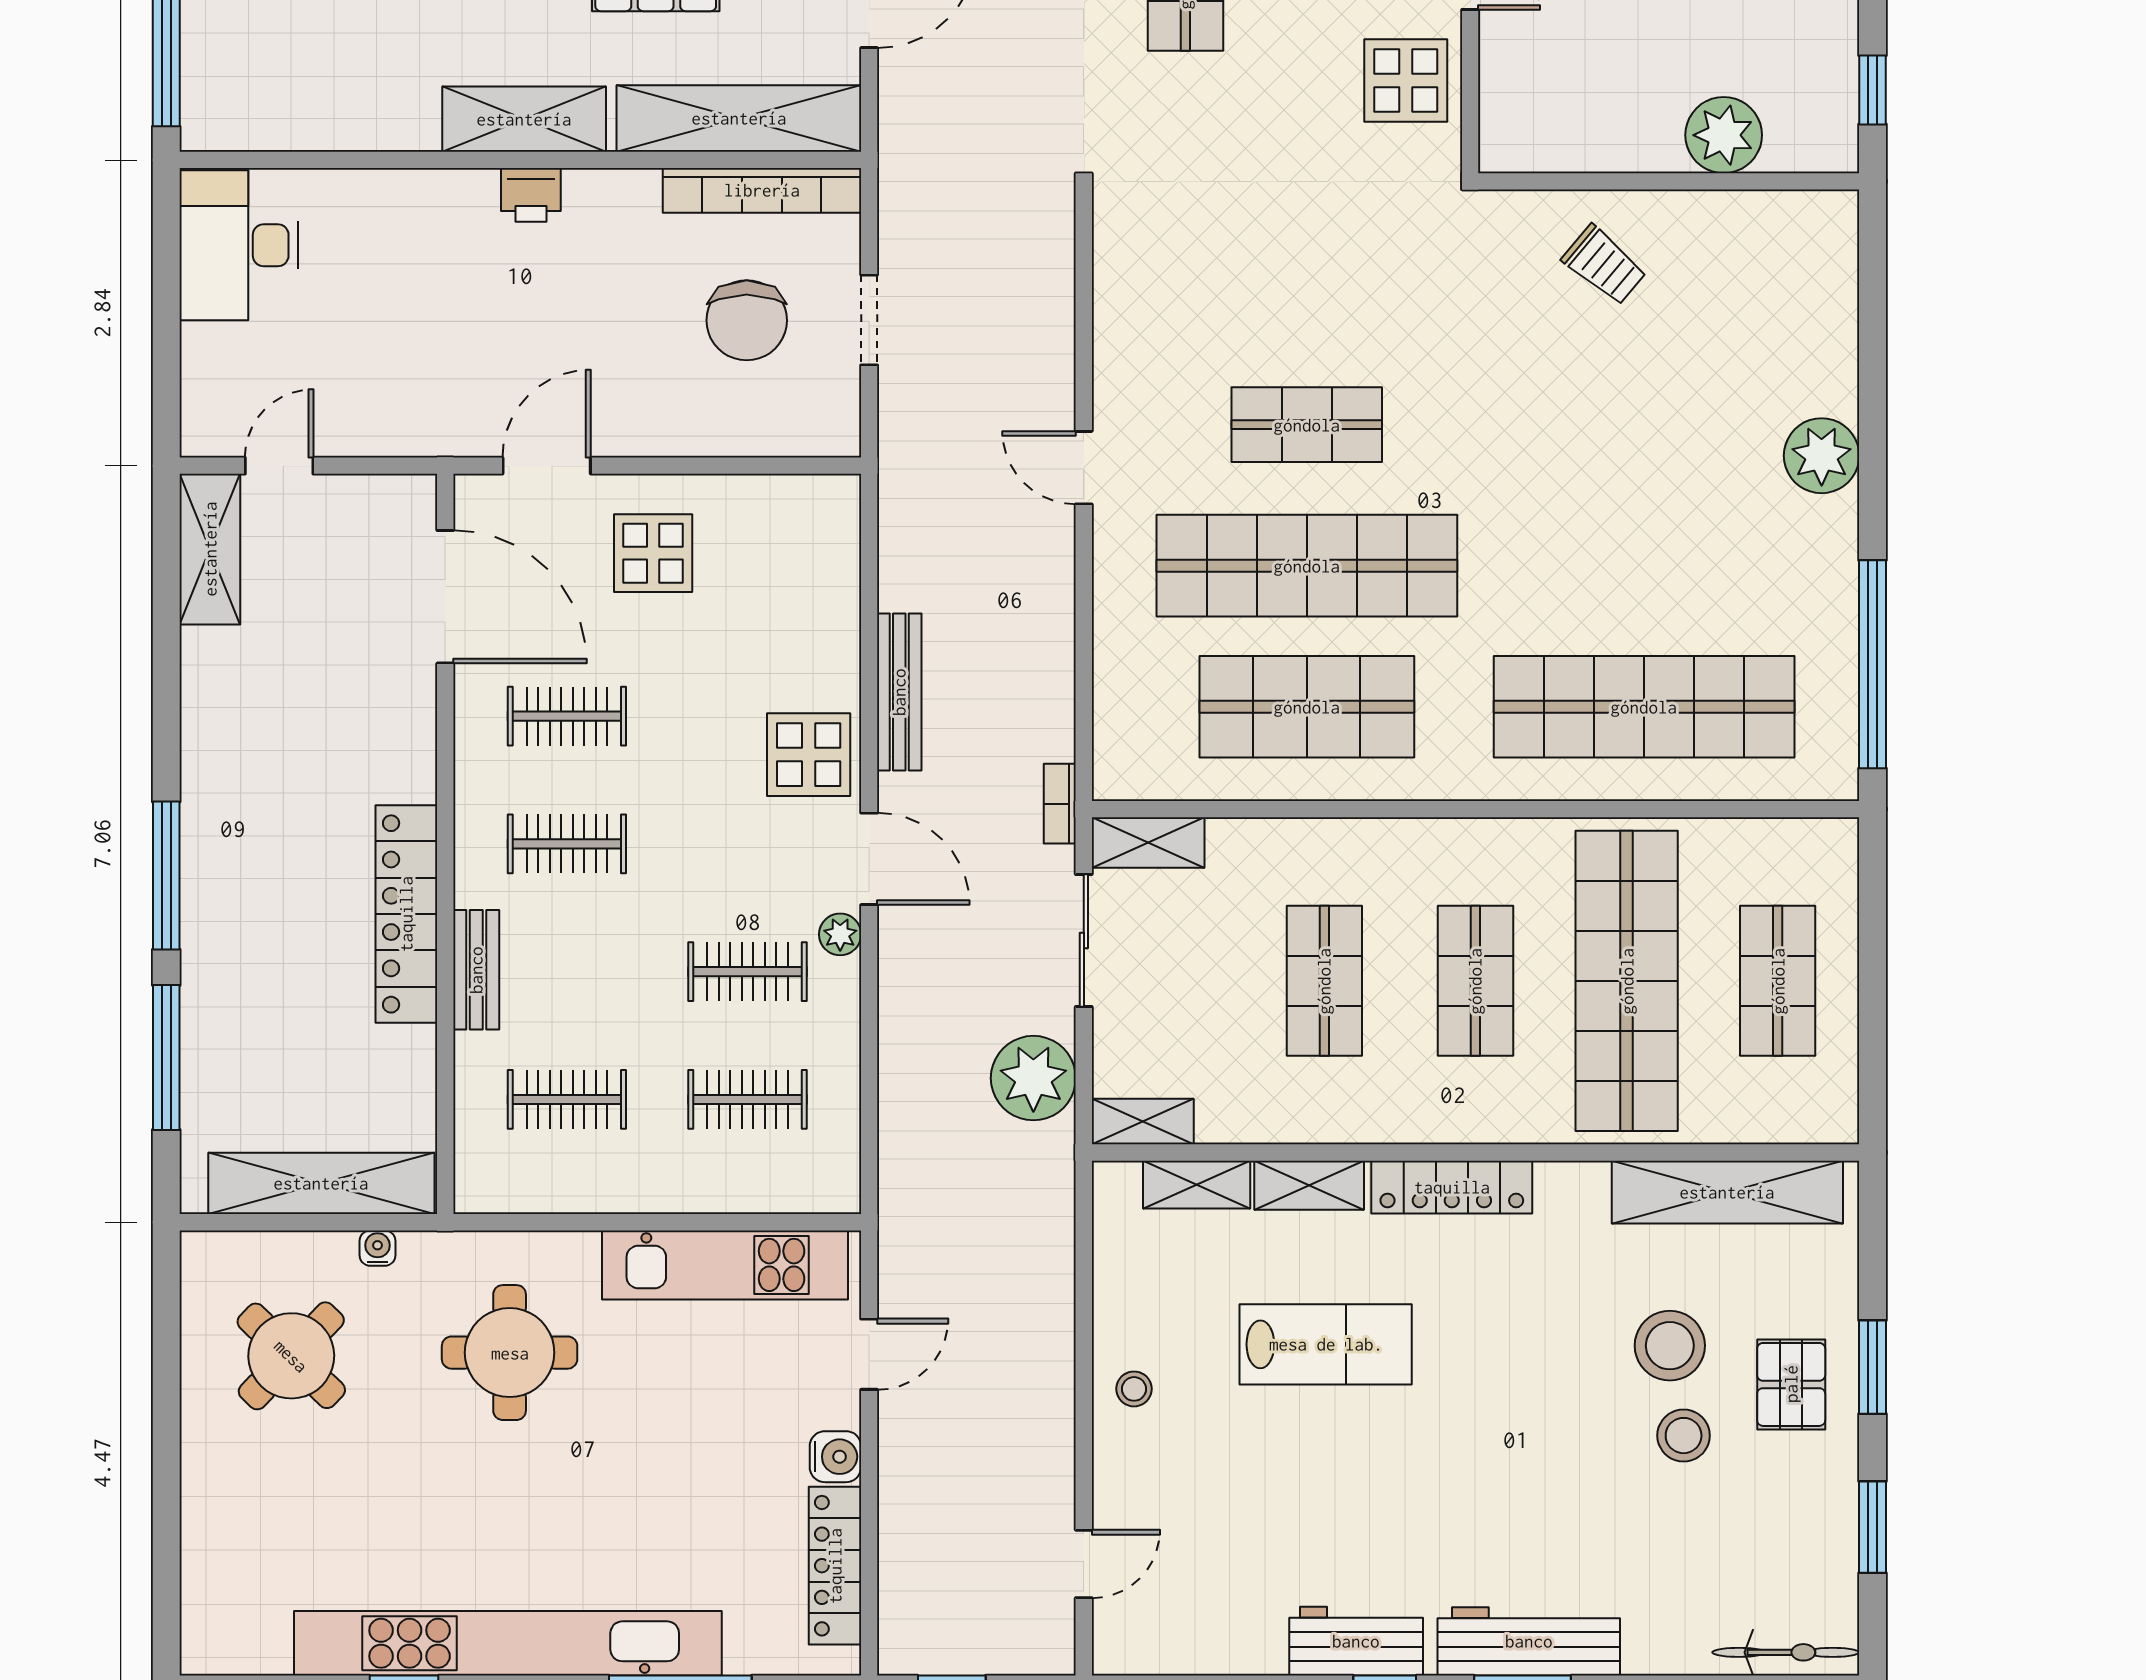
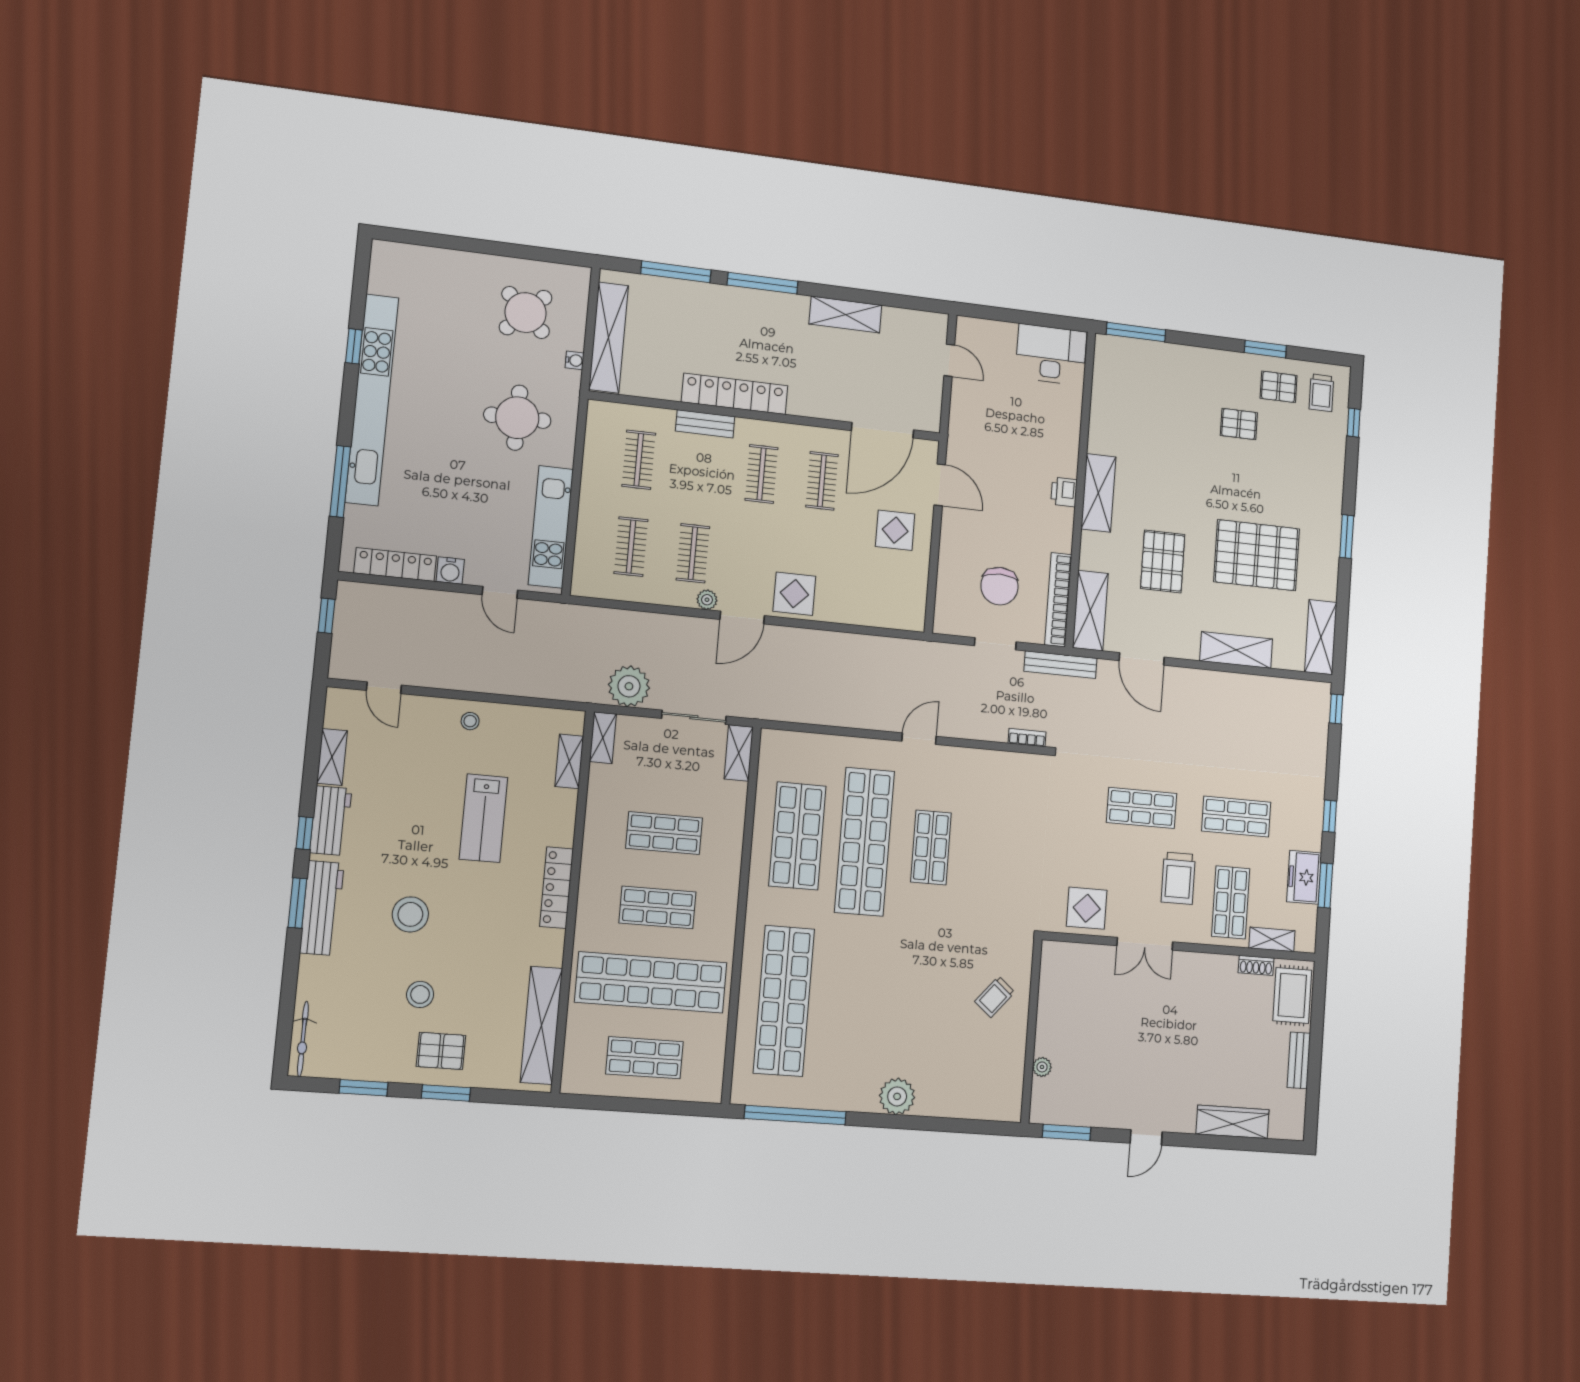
window: (1873, 90) -> (1067, 1132), width x1.50
shelving: (739, 118) -> (1090, 611), width x0.68
plant: (1724, 135) -> (1042, 1067), width x0.53, depth x0.53
chair: (747, 320) -> (999, 586), turned -90
shelving: (210, 549) -> (845, 315), moved
bench: (899, 692) -> (1060, 665), moved
bookcase: (1060, 804) -> (1027, 738), moved
shelving: (1309, 1185) -> (332, 757), moved
stool: (1670, 1346) -> (410, 914), moved

